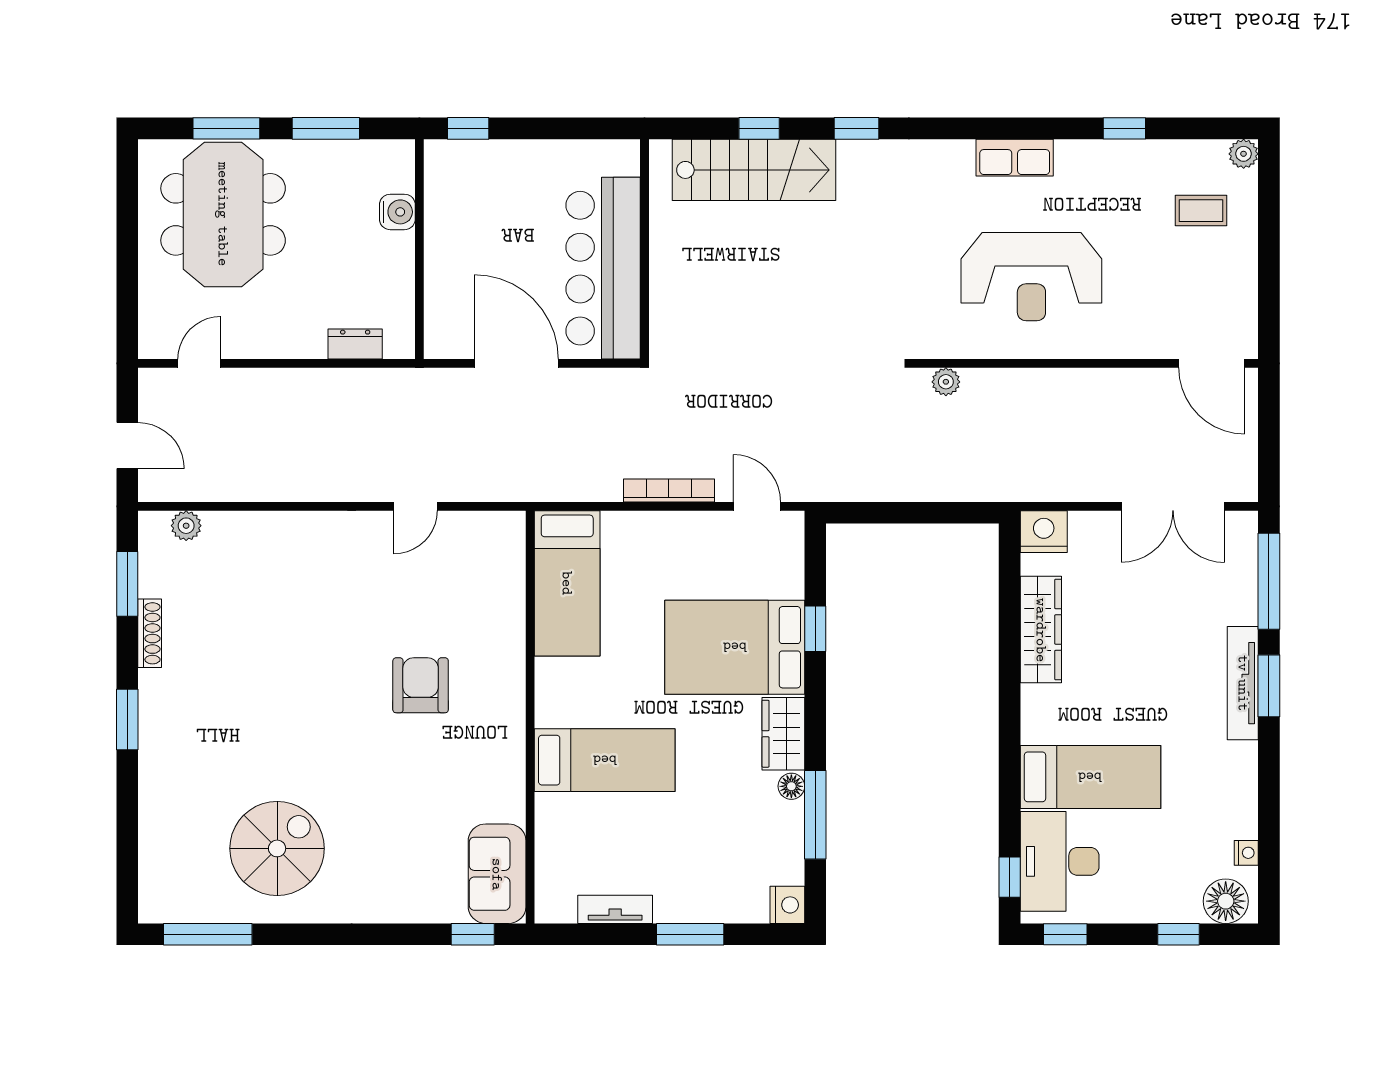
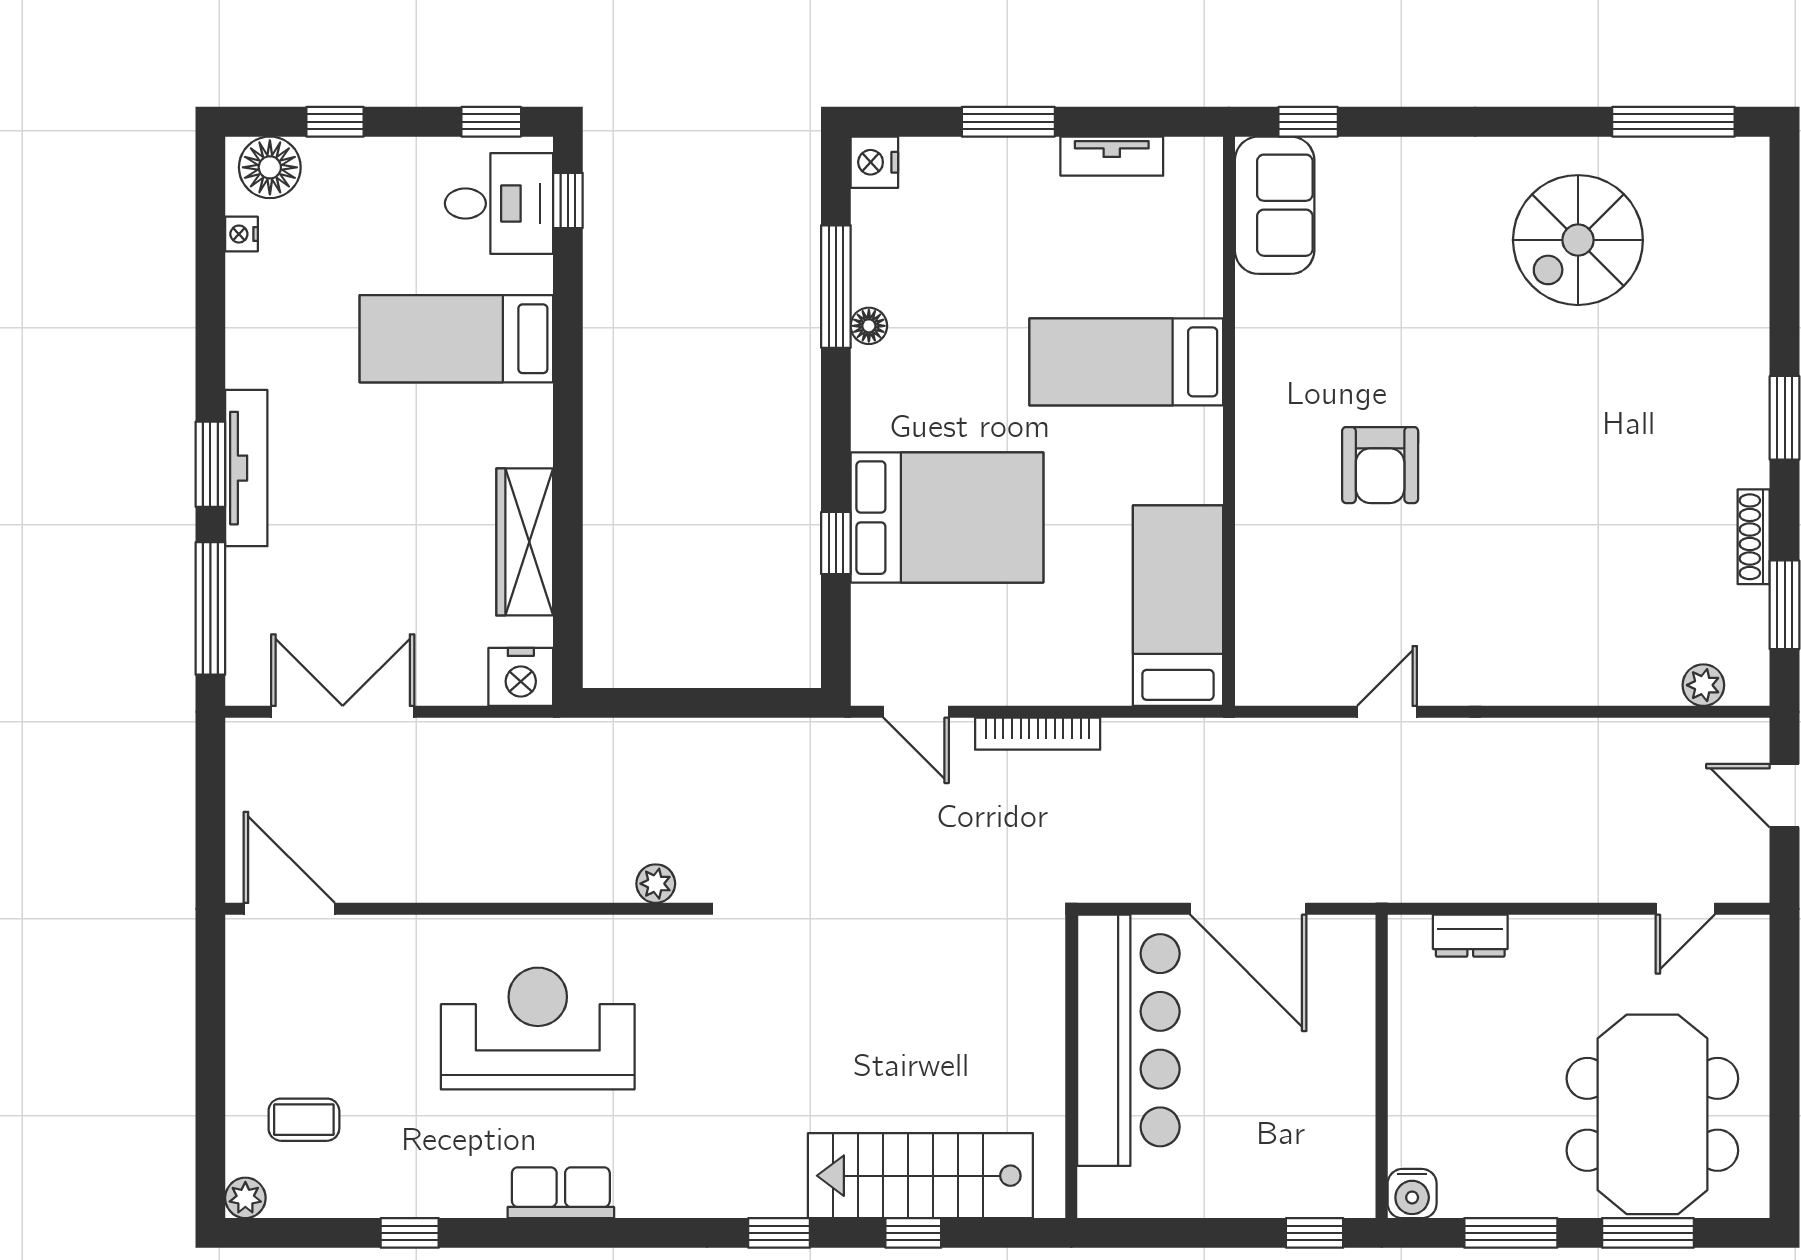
water cooler: (397, 212) -> (1412, 1194), moved, turned -90
wardrobe: (783, 734) -> (880, 398), removed
desk: (1060, 861) -> (499, 203), width x0.73

